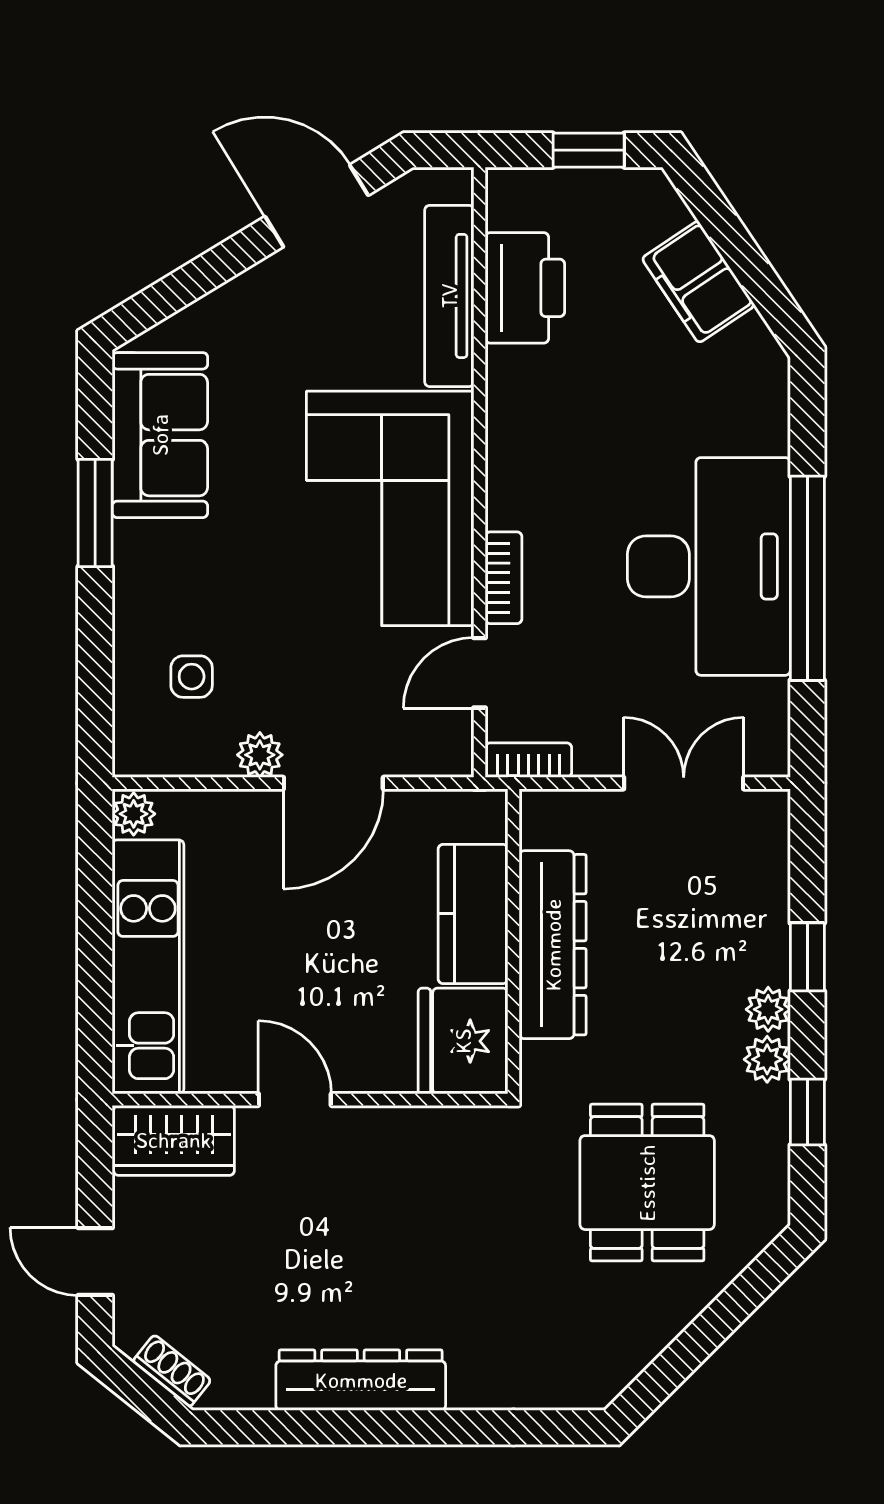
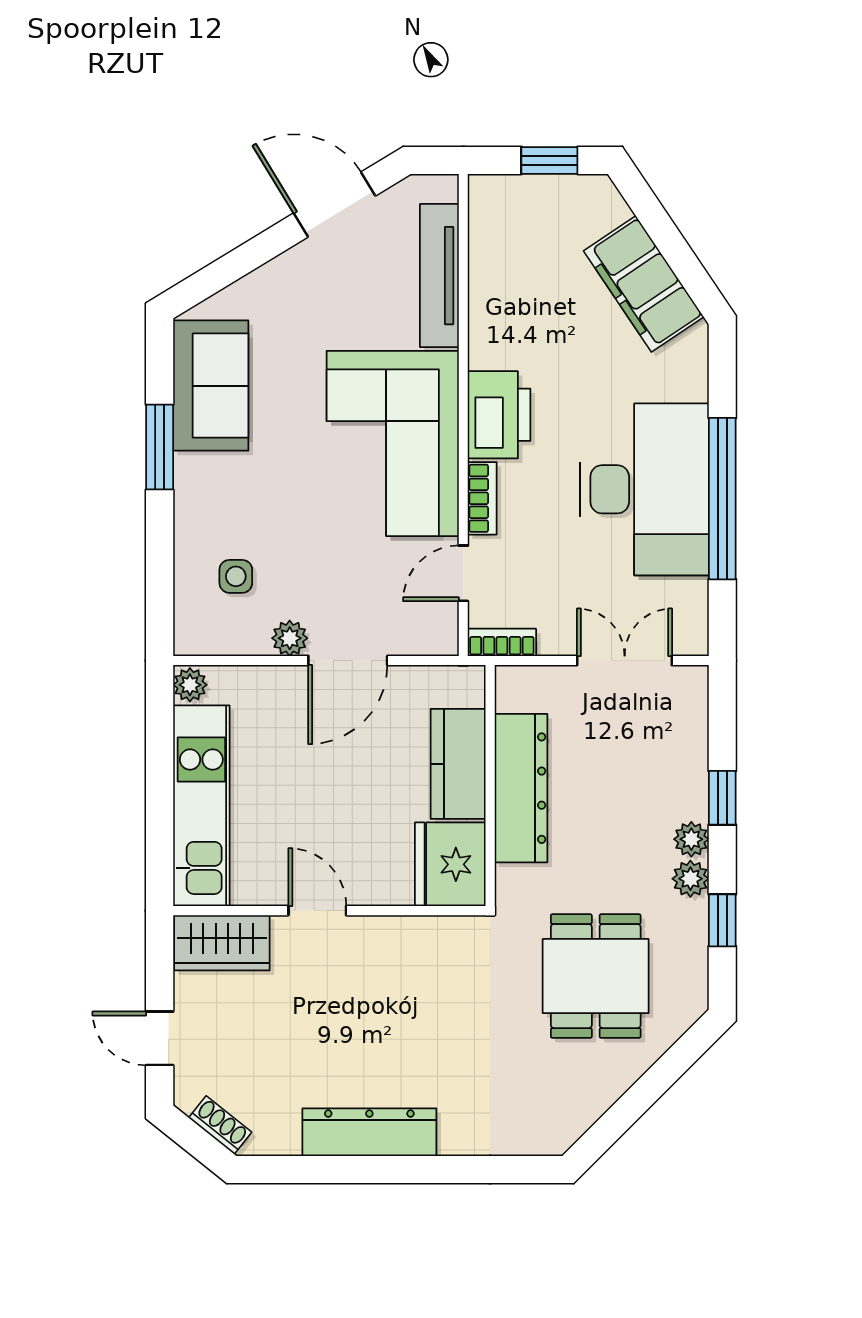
filing cabinet: (698, 282) -> (644, 284), width x1.50, depth x1.17
printer: (525, 288) -> (499, 415), moved

